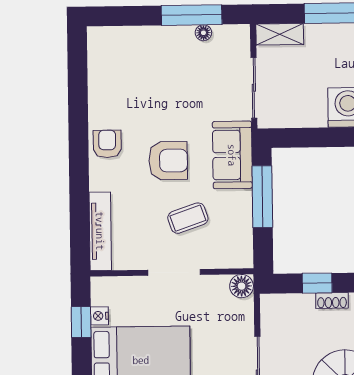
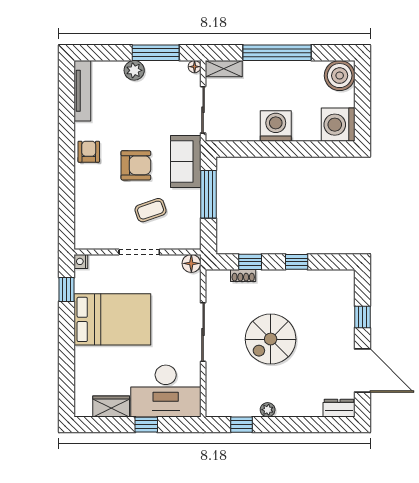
floor lamp: (203, 33) -> (195, 67), moved
plant: (164, 38) -> (134, 70), added
tv unit: (100, 231) -> (82, 91), moved
shoe rack: (332, 301) -> (243, 276), moved
nightstand: (99, 316) -> (81, 261), moved

